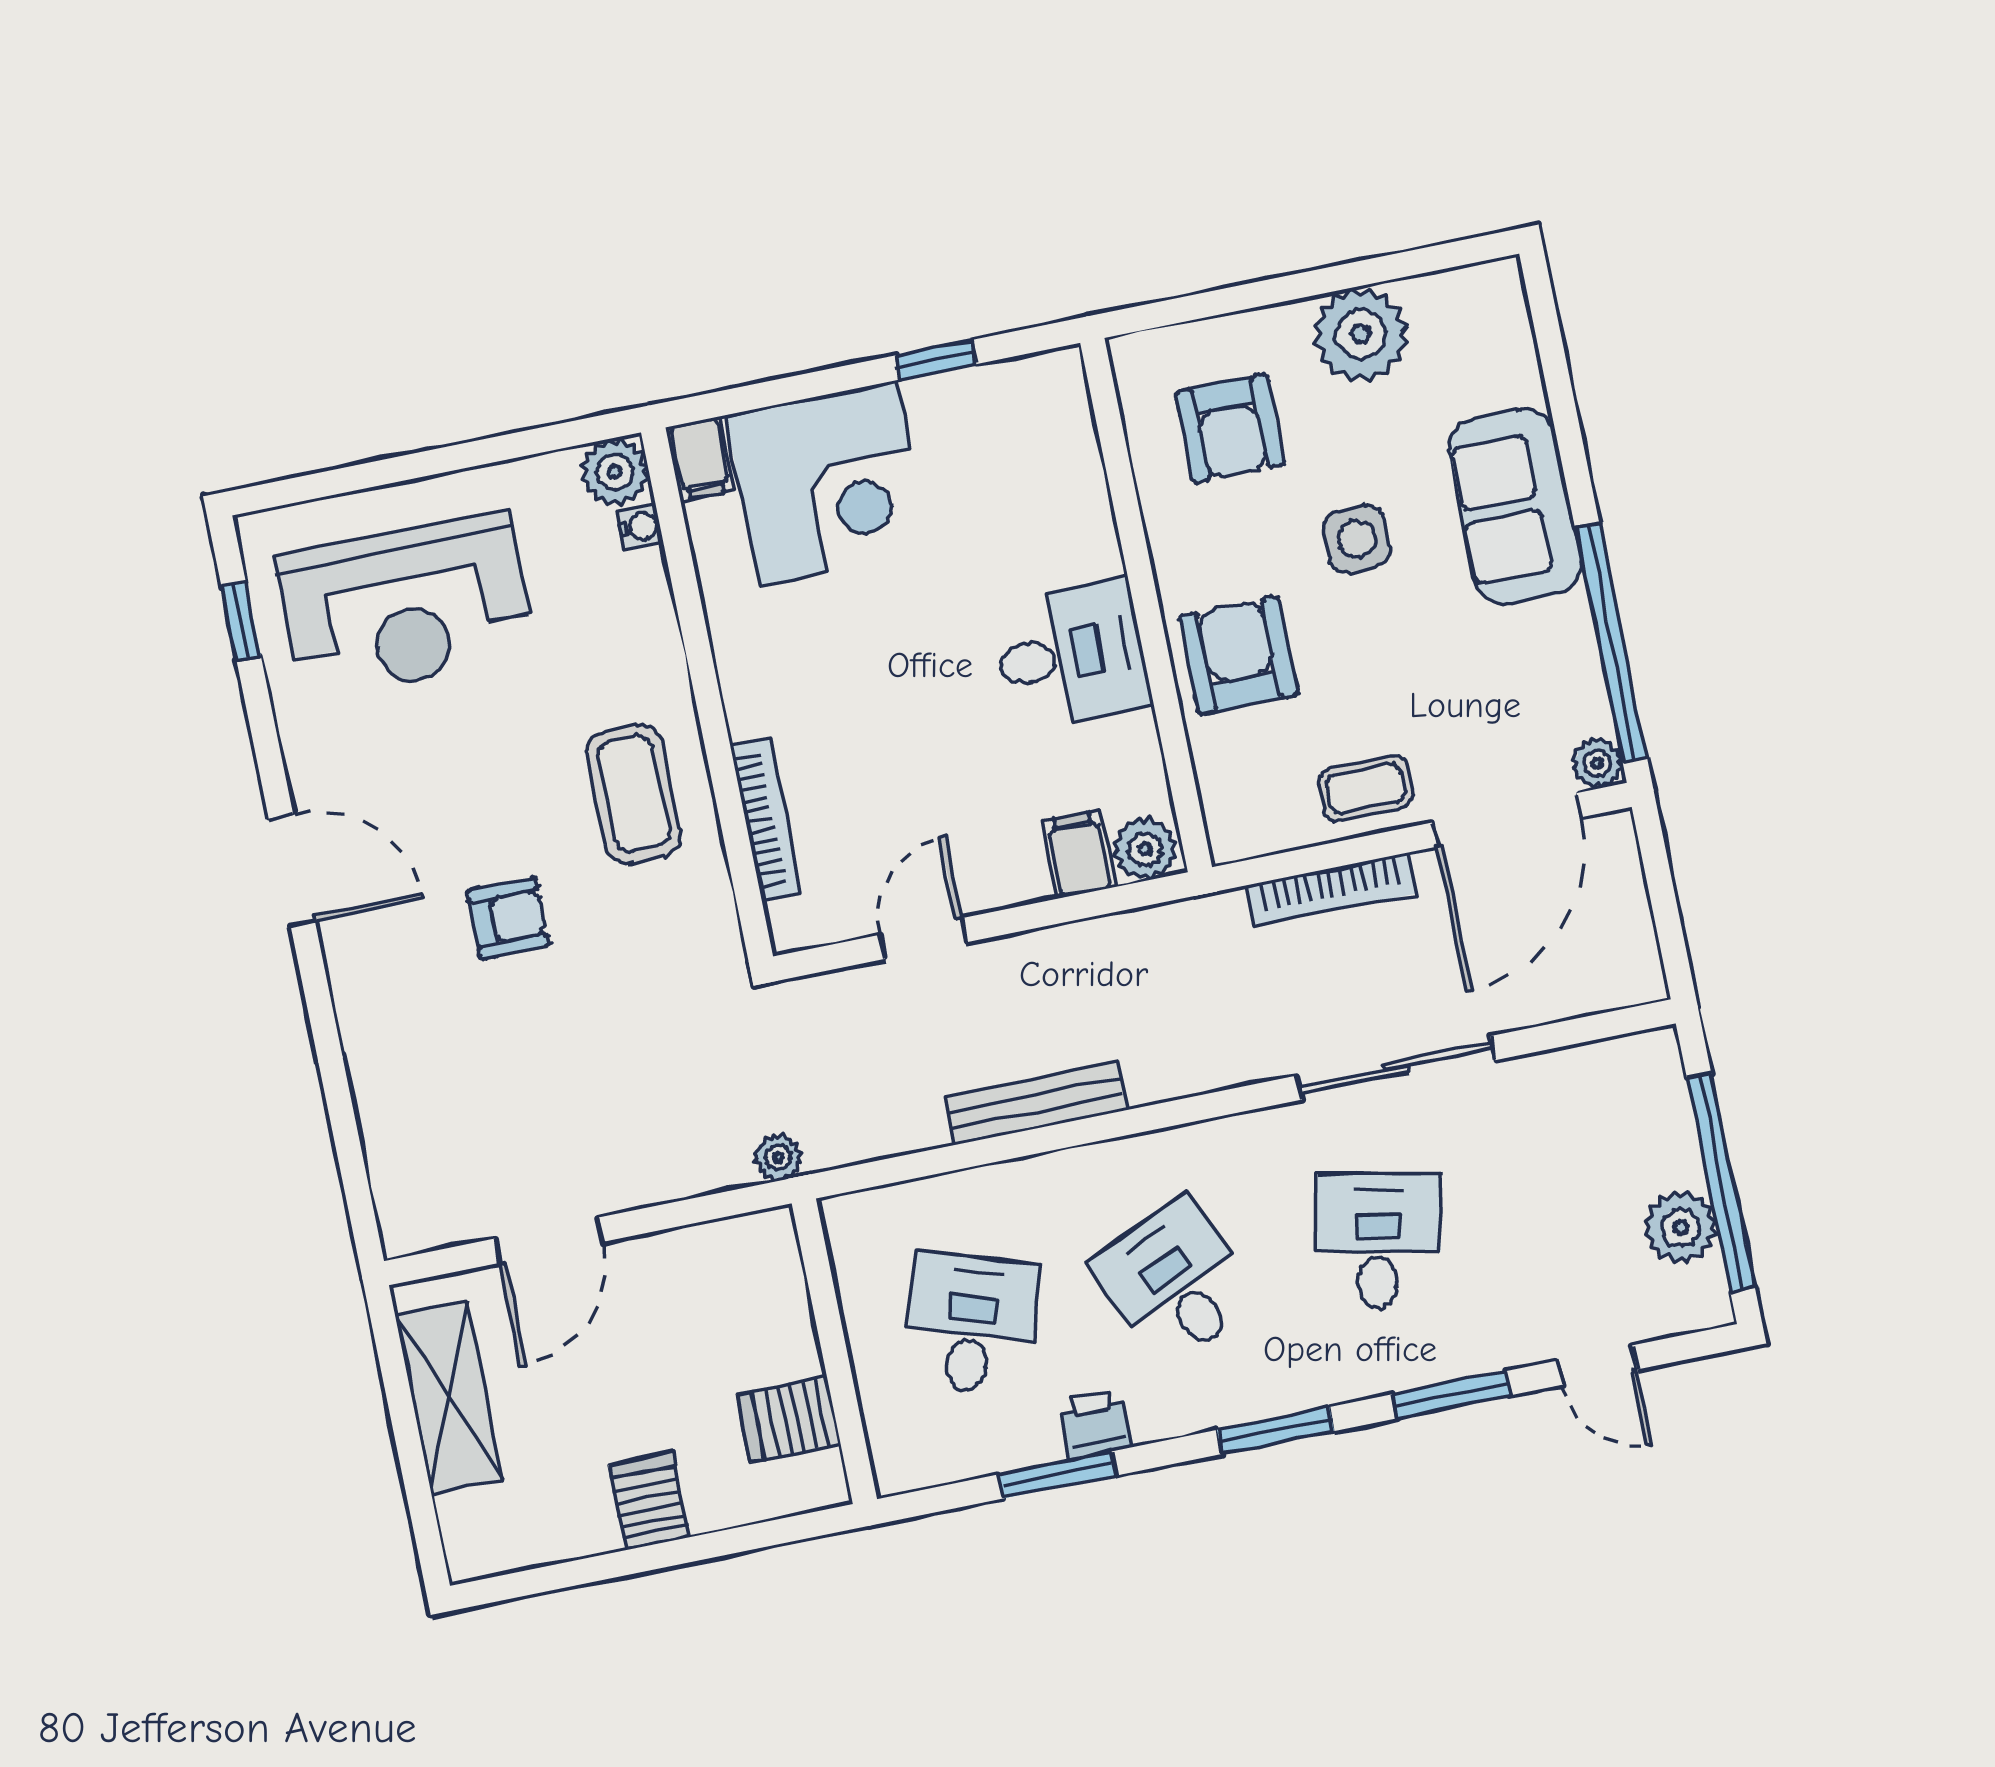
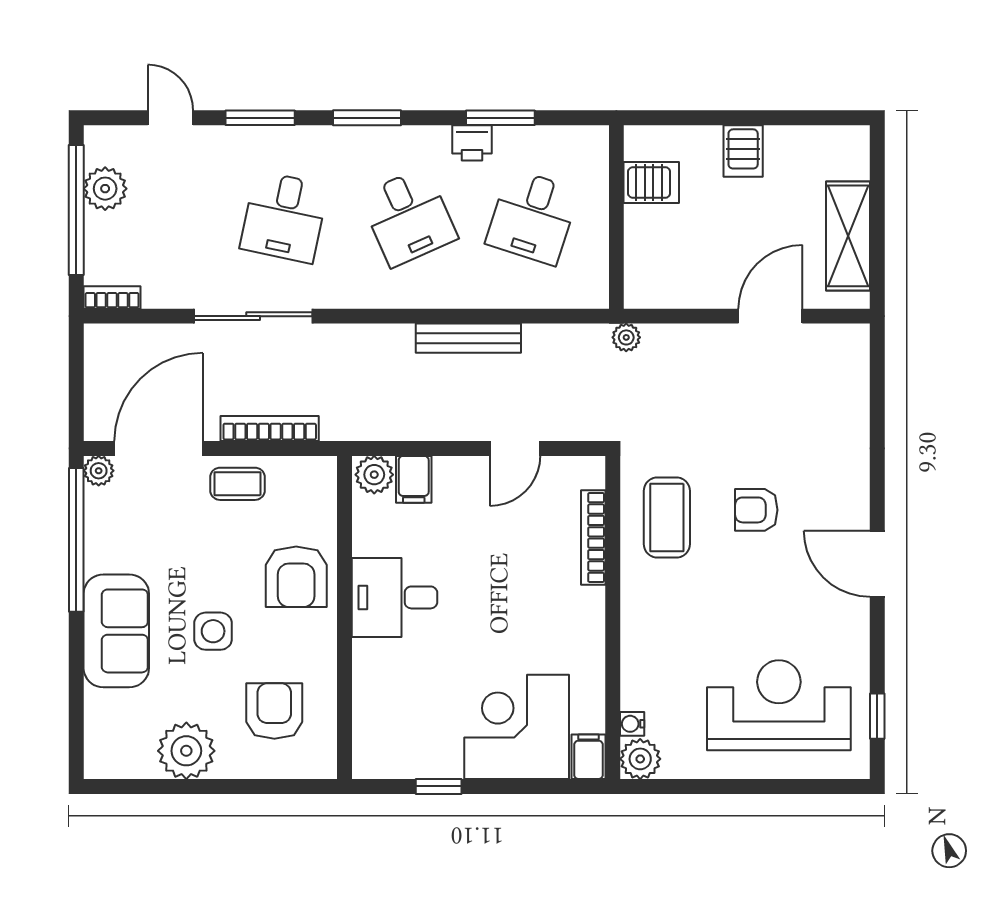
coffee table: (634, 794) -> (667, 517), moved
bookcase: (1633, 1052) -> (112, 297), added

